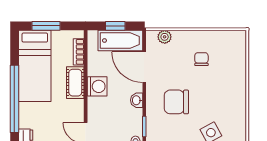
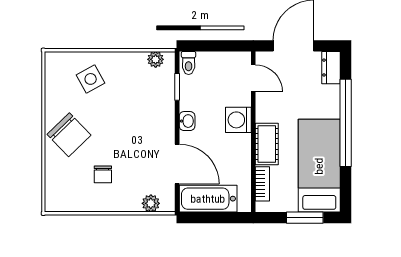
window: (115, 26) -> (215, 218), removed
washing machine: (97, 86) -> (238, 120), moved
chair: (176, 102) -> (69, 135), moved, turned 46

